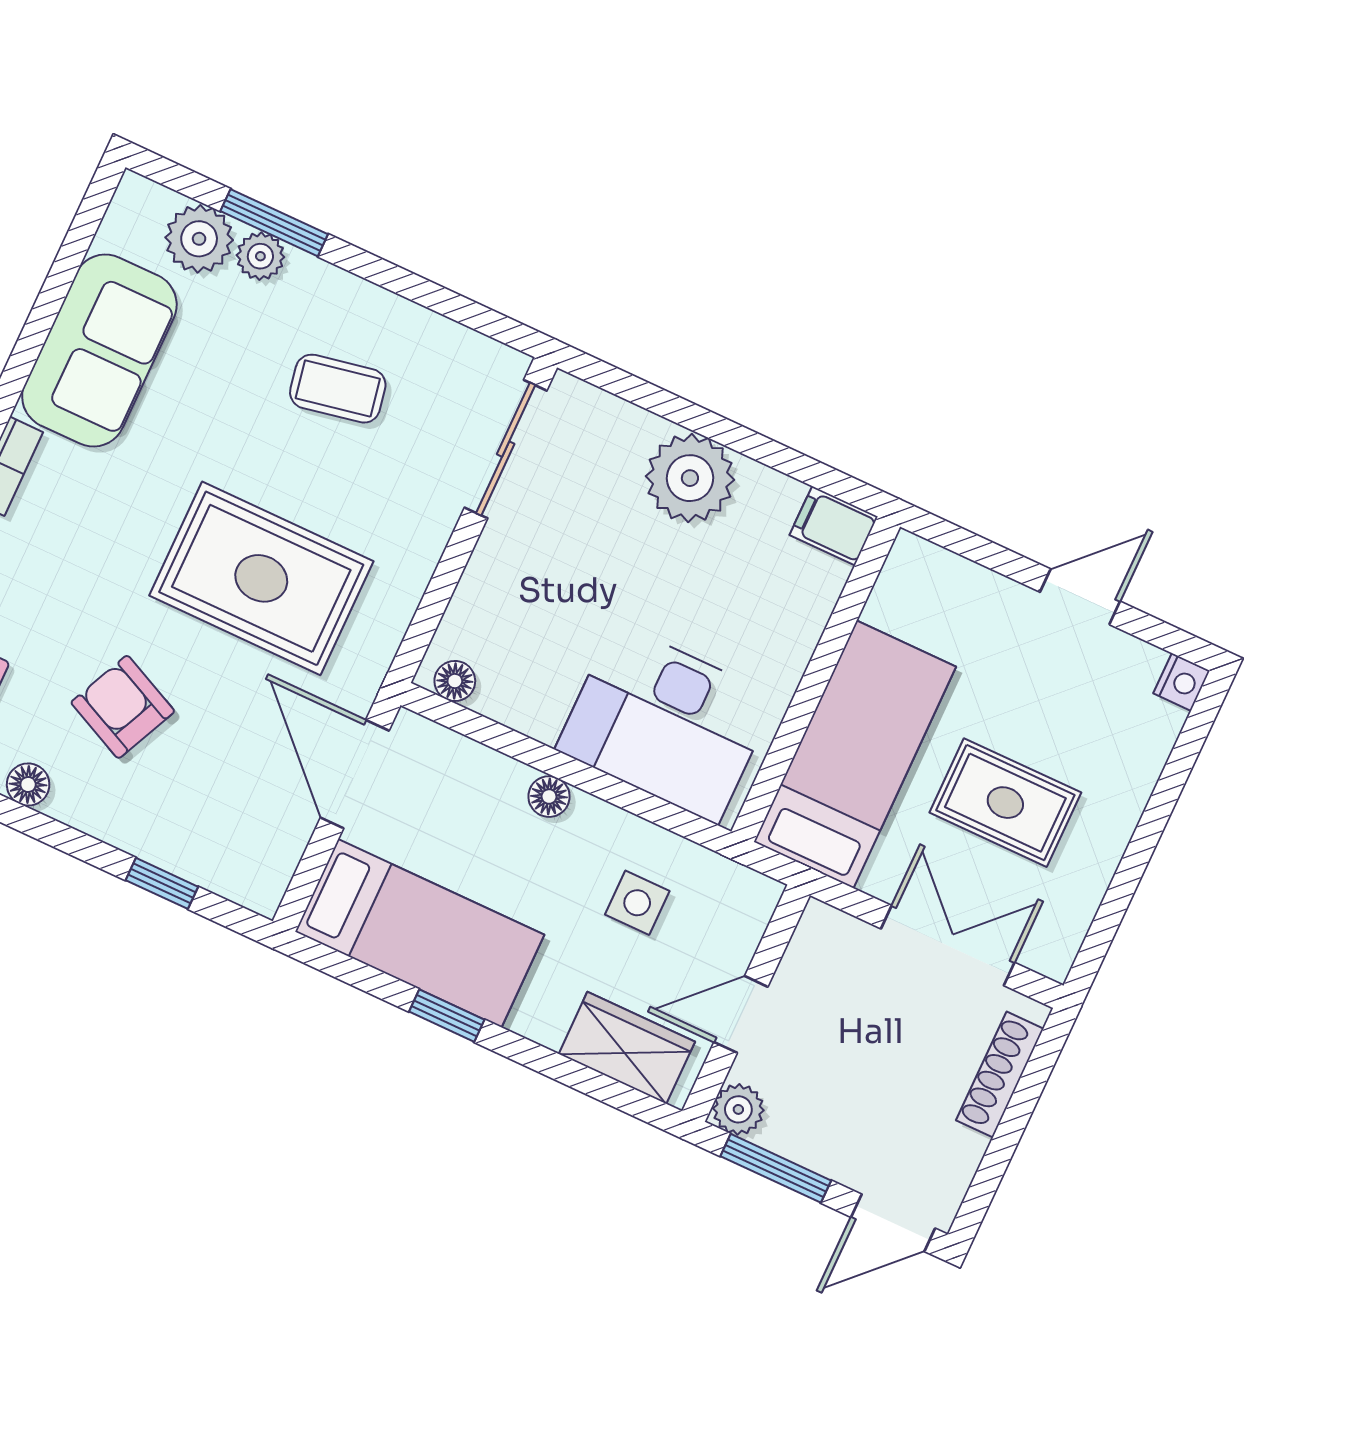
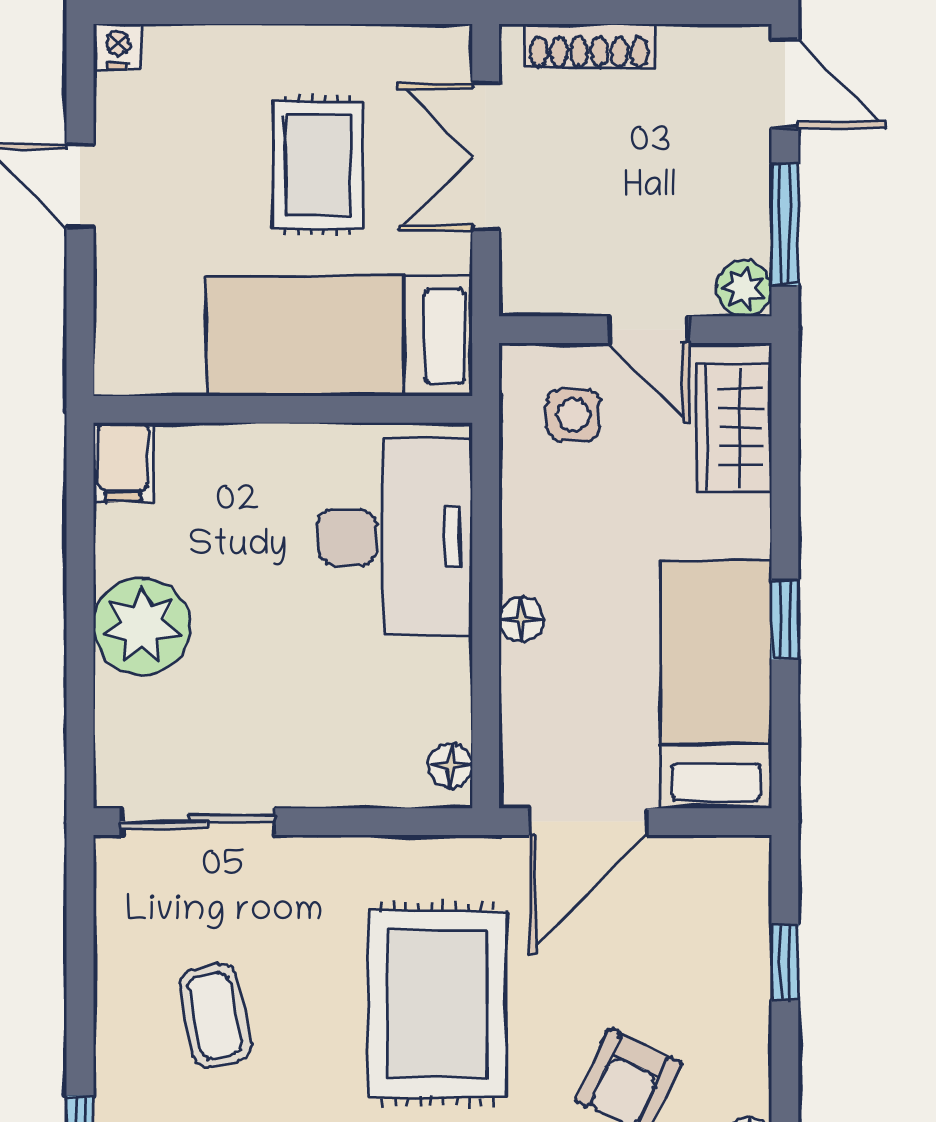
side table: (637, 903) -> (573, 415), moved

